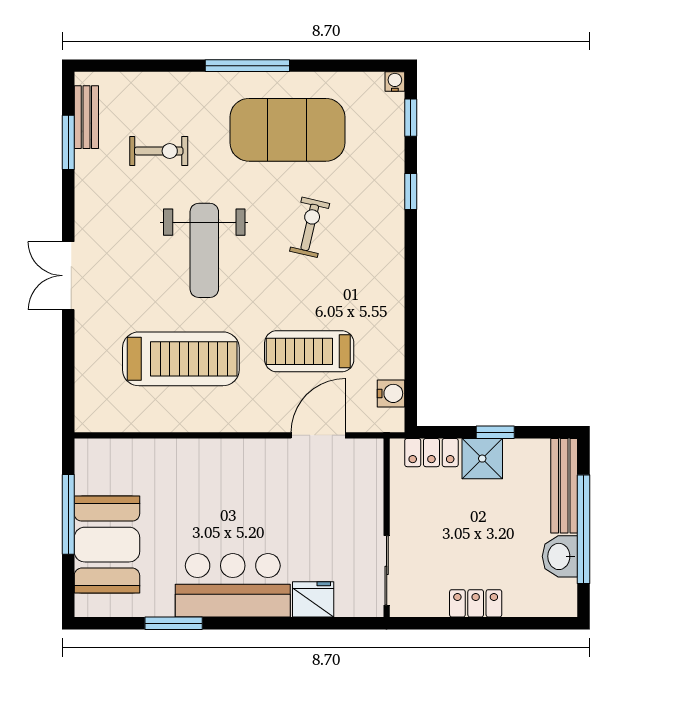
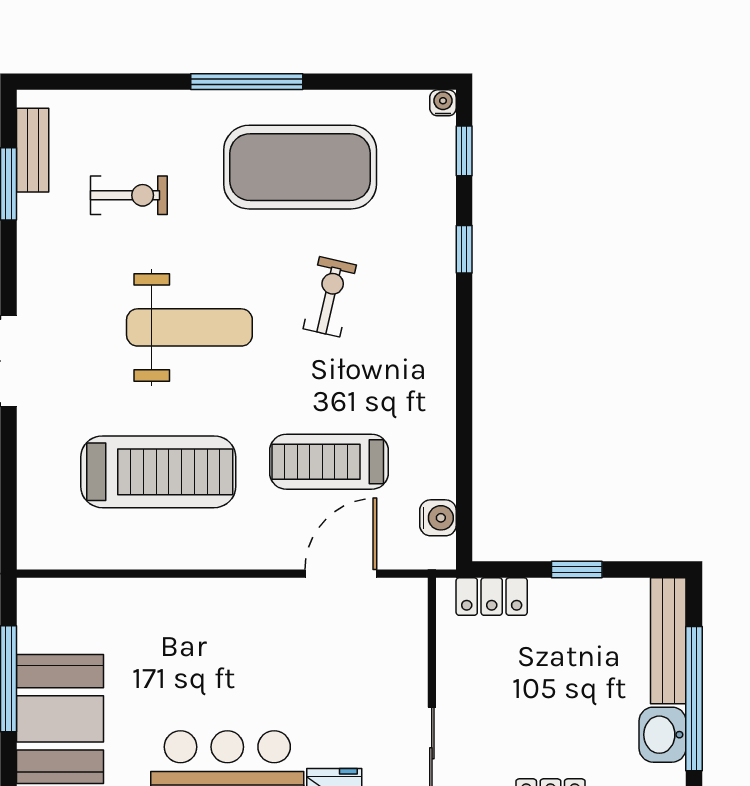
weight bench: (204, 250) -> (189, 327), turned -90
shower: (482, 459) -> (559, 605), removed

